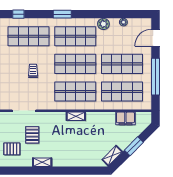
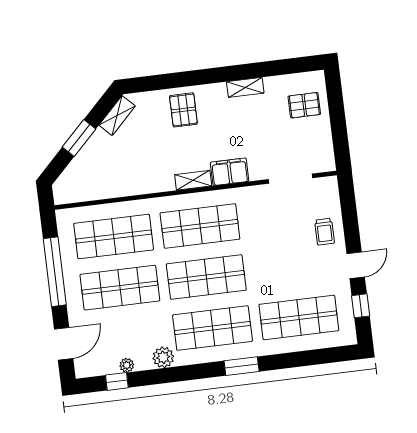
window: (18, 14) -> (117, 381), moved
trolley: (33, 71) -> (325, 232), moved
filing cabinet: (125, 118) -> (230, 172), moved
pallet: (32, 135) -> (183, 110), moved

